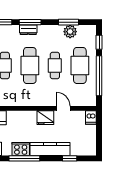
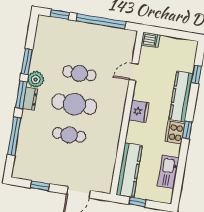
window: (68, 22) -> (27, 62), moved
plant: (70, 32) -> (36, 79), moved
cafe table: (80, 65) -> (85, 43), removed
fridge: (45, 118) -> (139, 111), moved
window: (24, 158) -> (187, 130), width x0.46

